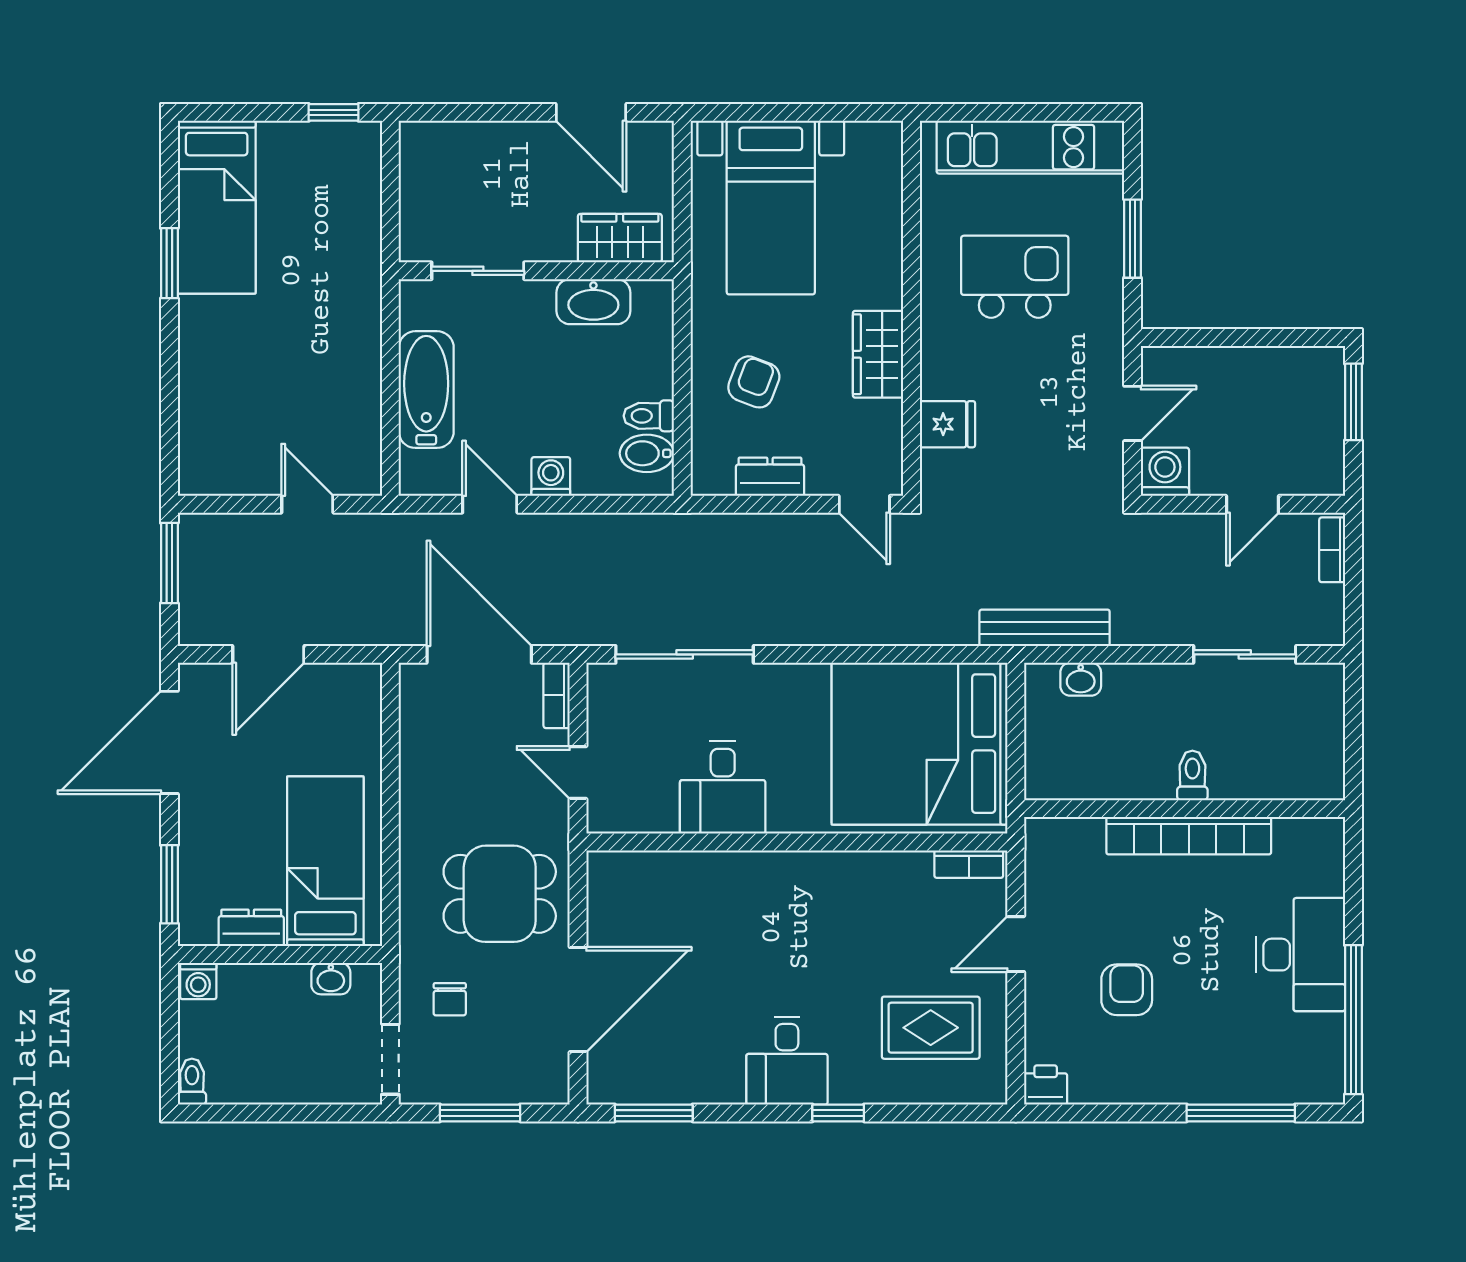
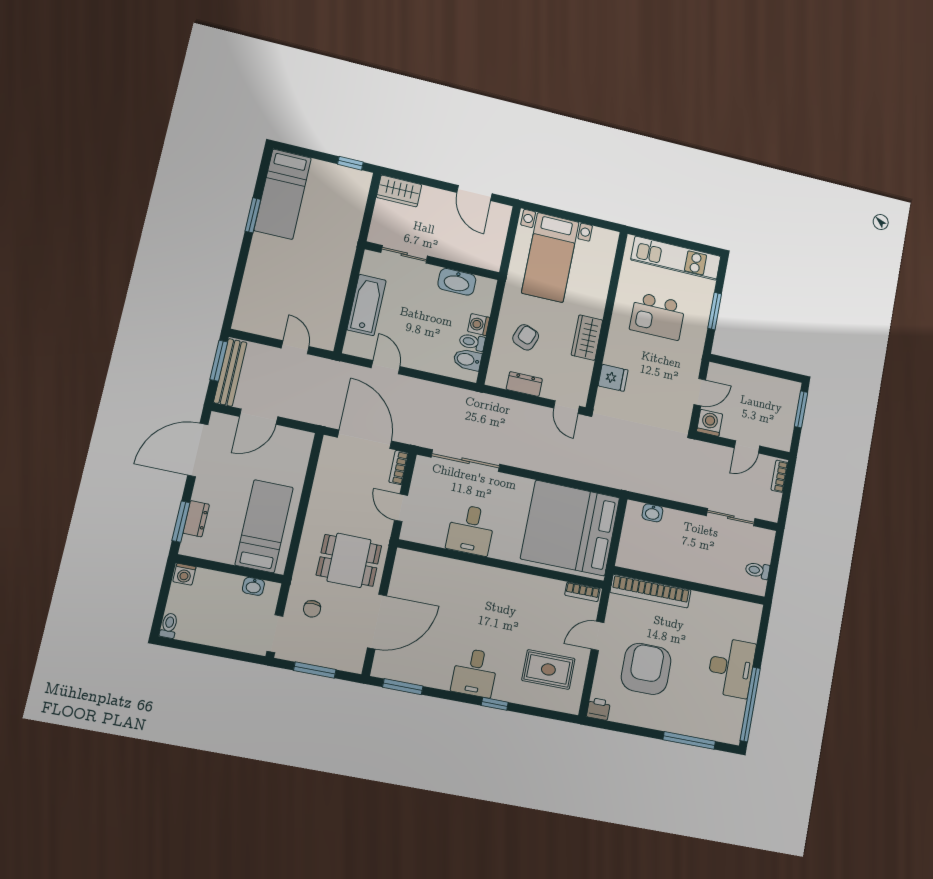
wardrobe: (620, 238) -> (399, 191), moved, turned 180
kitchen island: (1015, 277) -> (657, 316), turned 180
washing machine: (551, 477) -> (479, 325), moved, turned -90
bench: (1045, 628) -> (230, 372), moved, turned 90
toilet: (1192, 775) -> (757, 570), moved, turned -90
bookcase: (1189, 836) -> (651, 591), moved
dresser: (251, 928) -> (196, 519), moved, turned 90
armchair: (1127, 990) -> (646, 669), width x1.88, depth x1.88

